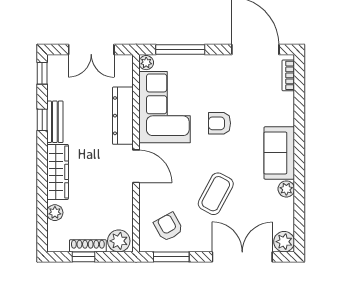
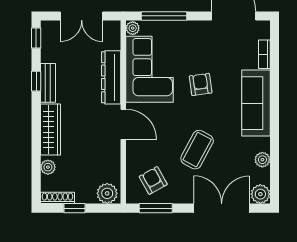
bookcase: (288, 75) -> (264, 54), moved
armchair: (220, 123) -> (201, 84), turned 82
sofa: (279, 153) -> (256, 103), width x1.36
plant: (286, 189) -> (262, 160), moved
shoe rack: (88, 246) -> (57, 198), moved

